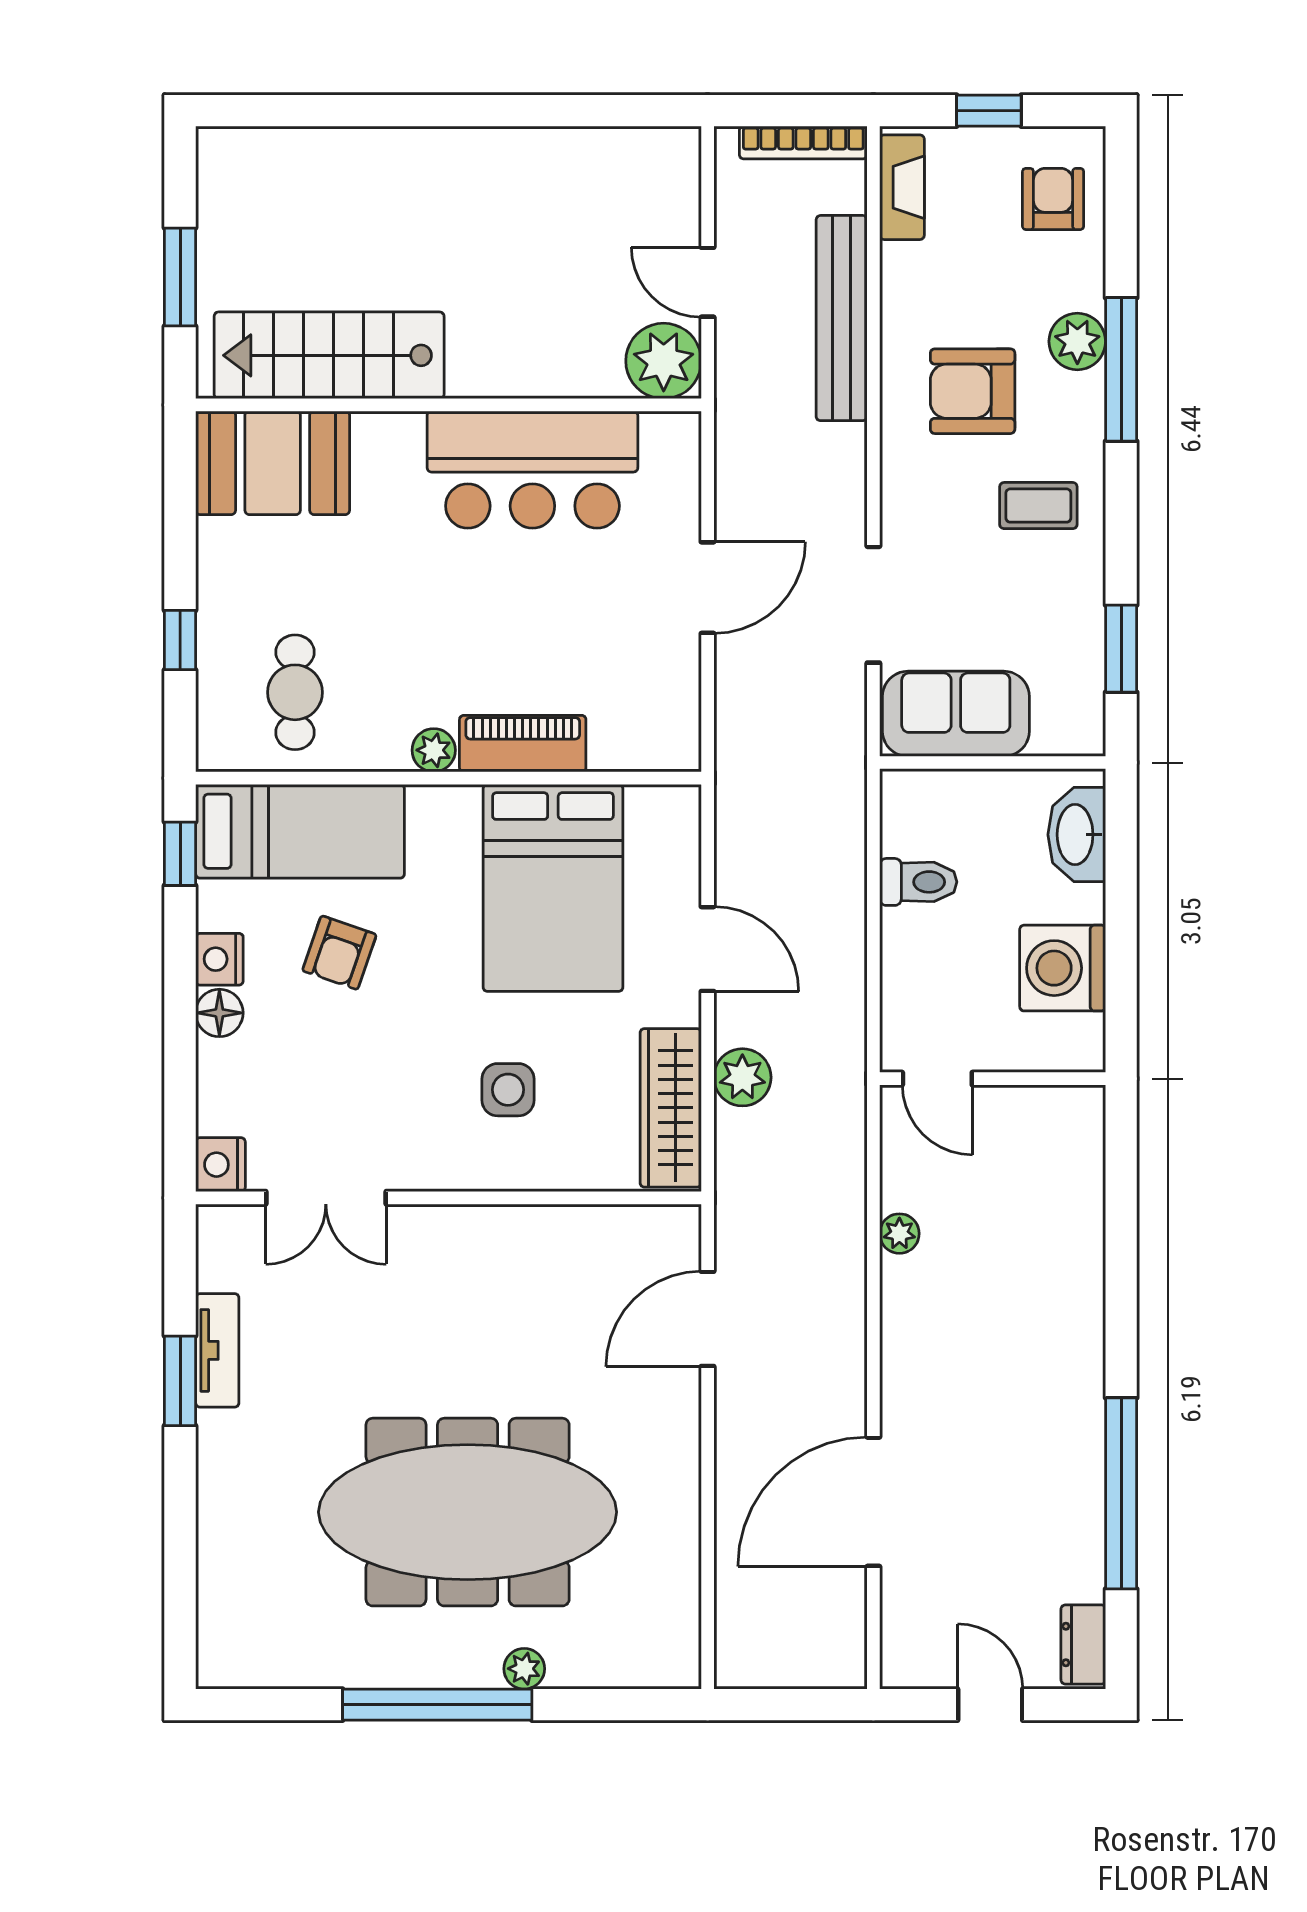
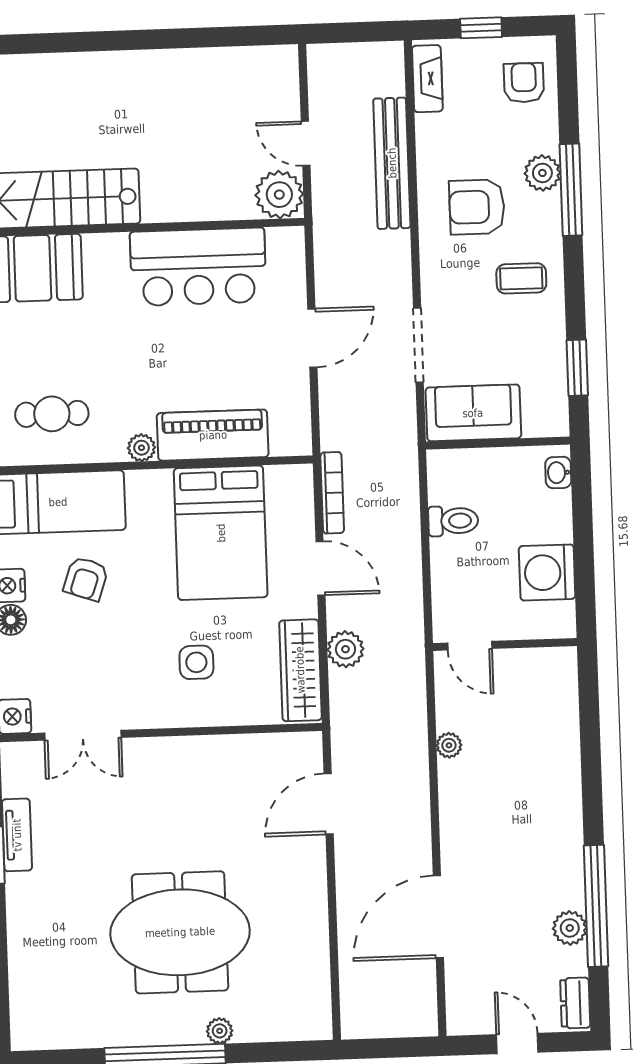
bookcase: (803, 143) -> (332, 493), moved, turned -90
cafe table: (295, 692) -> (52, 414), turned 90
piano: (523, 744) -> (213, 435), width x1.37, depth x1.33
washbasin: (1077, 835) -> (558, 473), width x0.52, depth x0.69
meeting table: (468, 1512) -> (180, 932), width x0.73
plant: (1079, 1527) -> (570, 928), added

